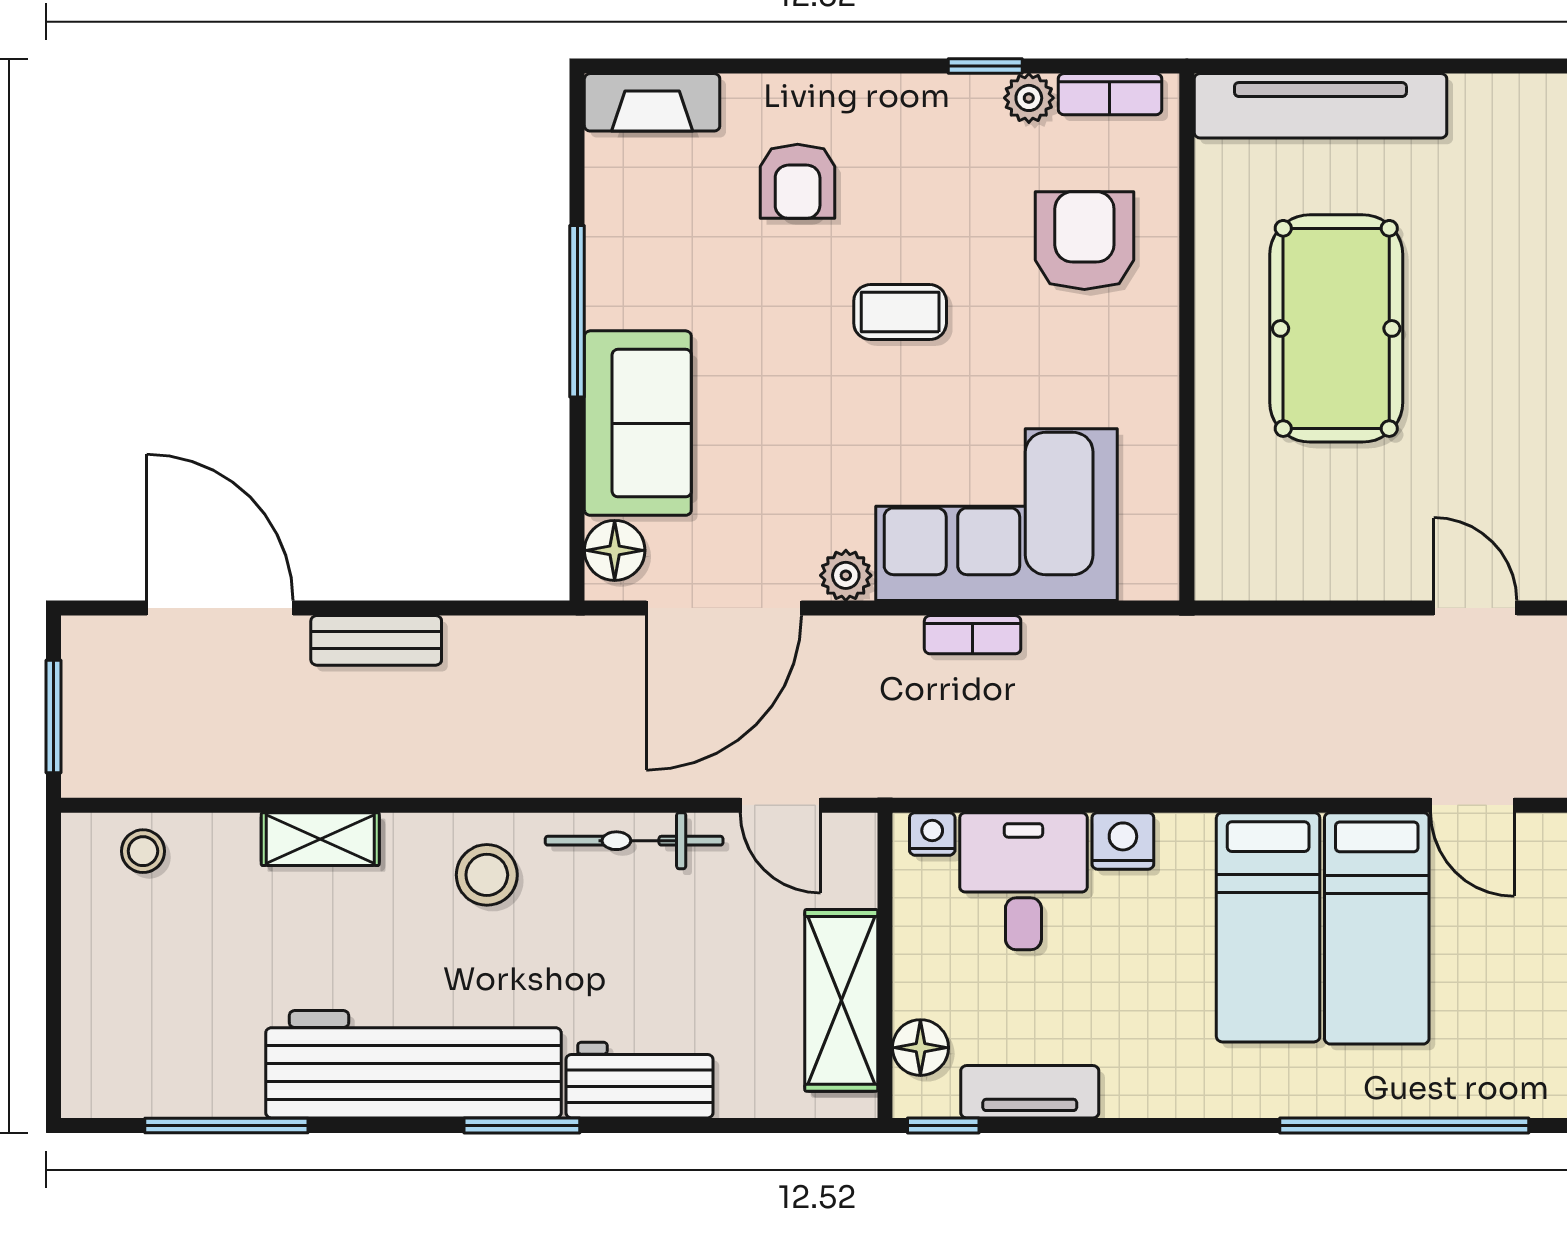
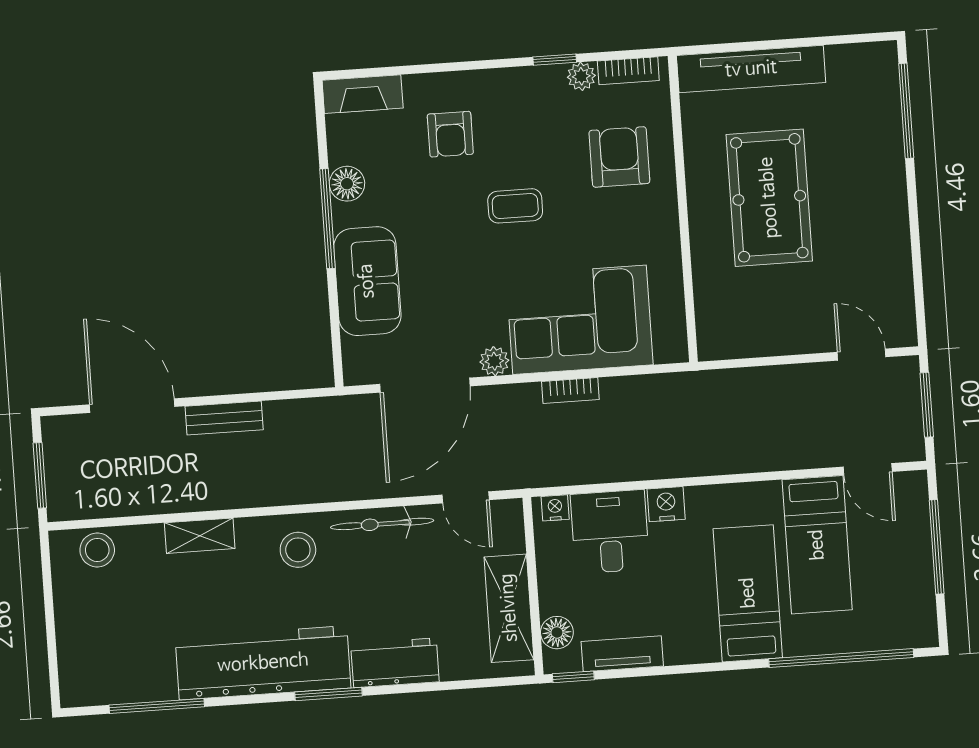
floor lamp: (615, 550) -> (347, 184), moved
stool: (143, 851) -> (97, 550), width x1.37, depth x1.37
bed: (1268, 927) -> (748, 593), moved, turned 180

